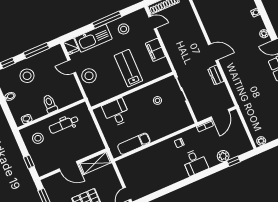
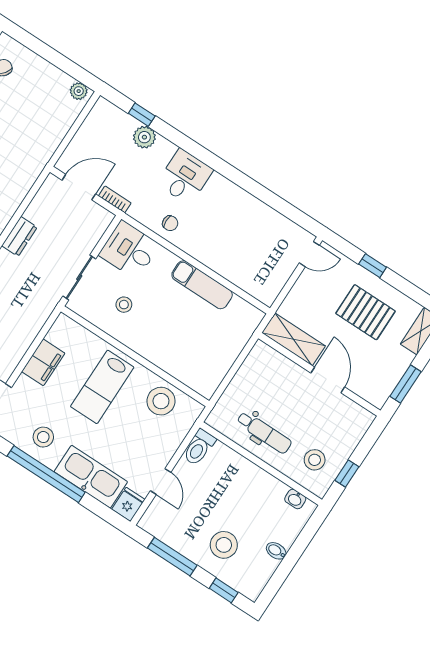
window: (107, 20) -> (46, 474), width x1.46
stool: (89, 76) -> (161, 401), moved
toilet: (50, 104) -> (199, 447), moved
desk: (116, 113) -> (129, 250), moved, turned 90
exam couch: (134, 144) -> (202, 285), moved
window: (29, 162) -> (347, 474), moved

